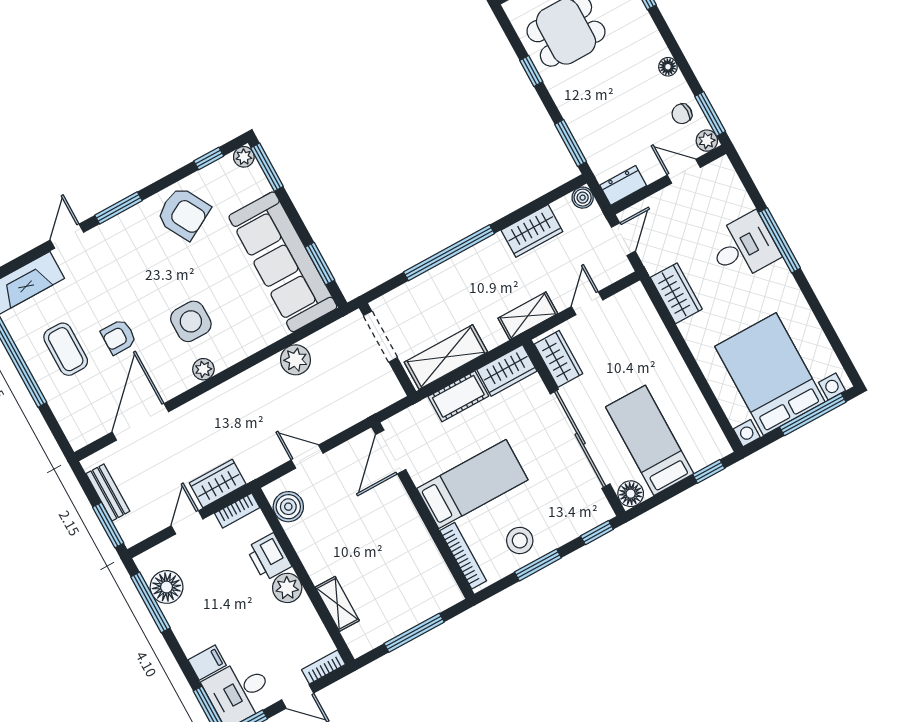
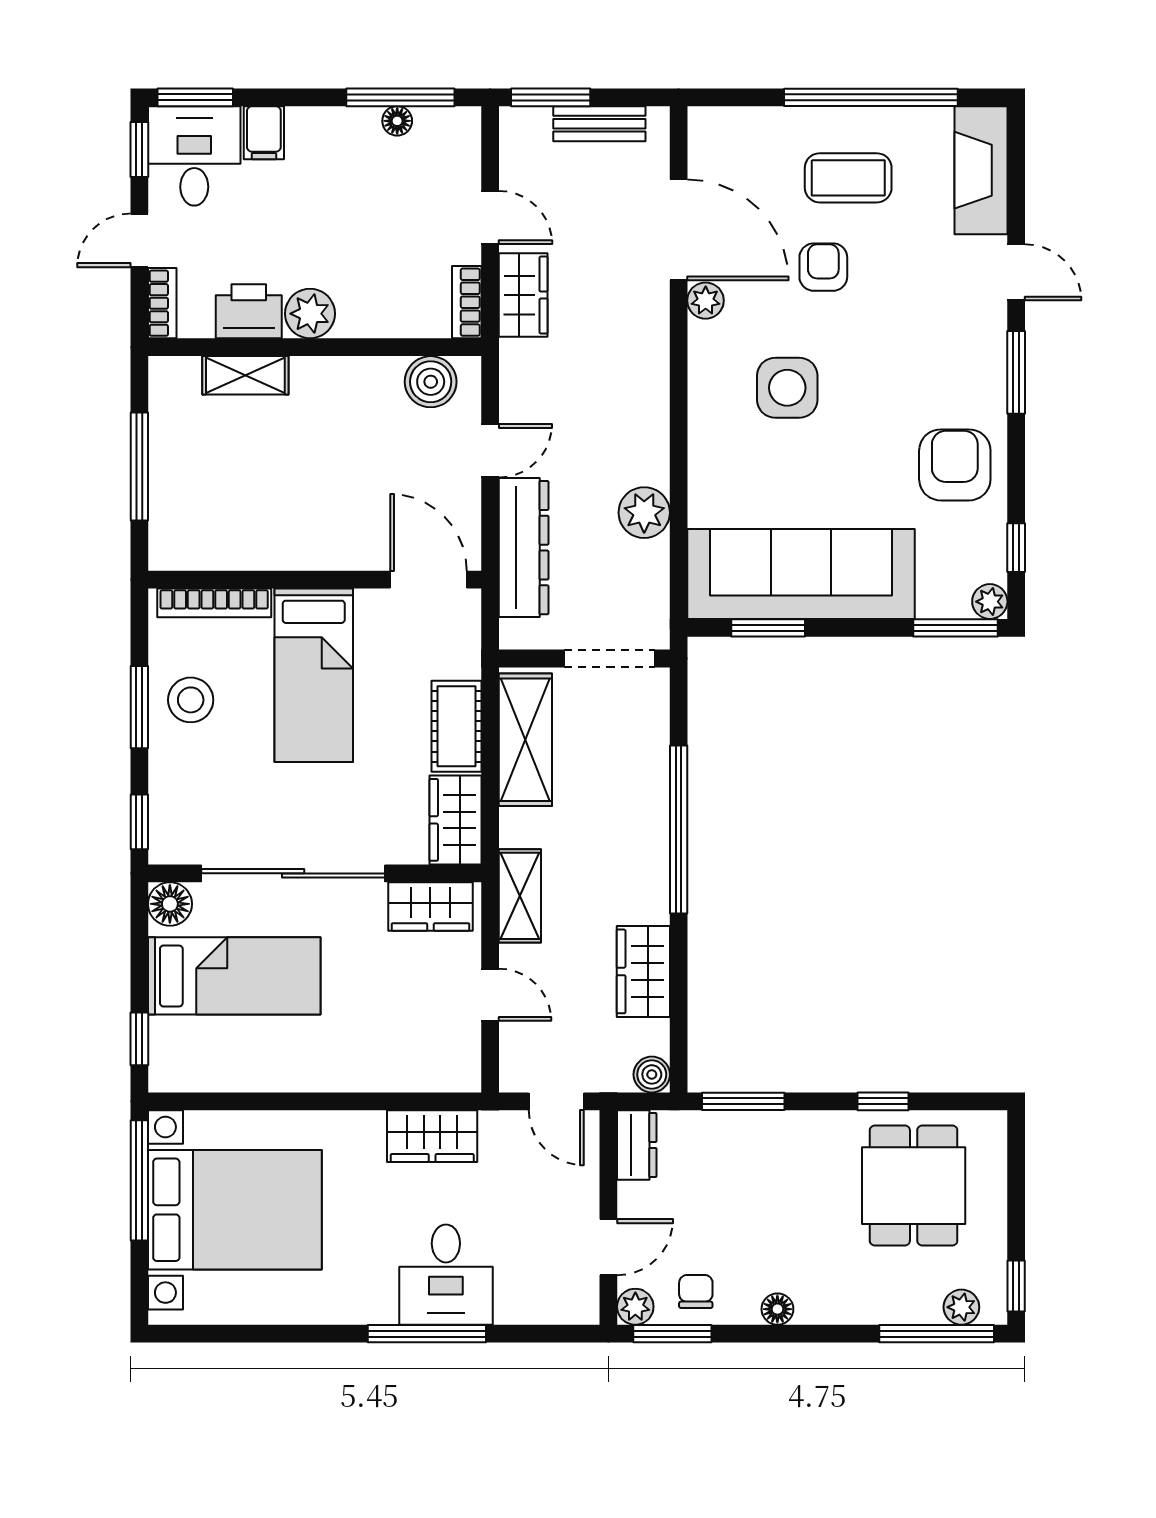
armchair: (183, 213) -> (955, 465), turned 119
plant: (203, 369) -> (706, 301), moved
dresser: (348, 412) -> (524, 548), added
window: (813, 414) -> (139, 1180), moved
printer: (269, 557) -> (249, 311), moved
floor lamp: (167, 587) -> (397, 121), width x0.53, depth x0.53

